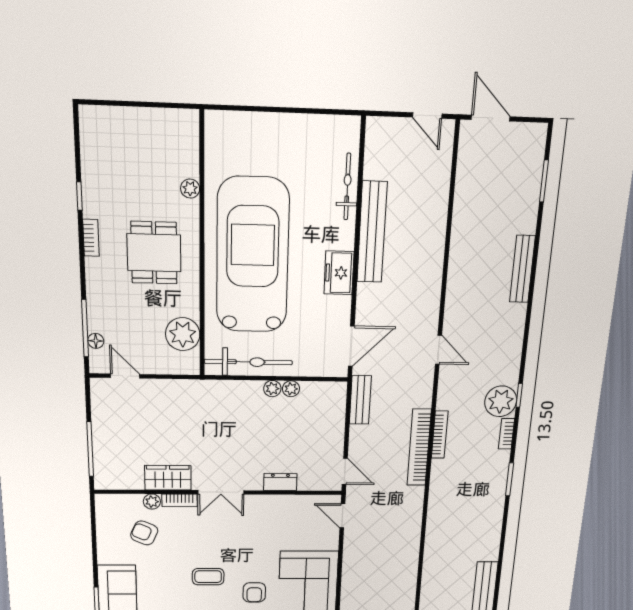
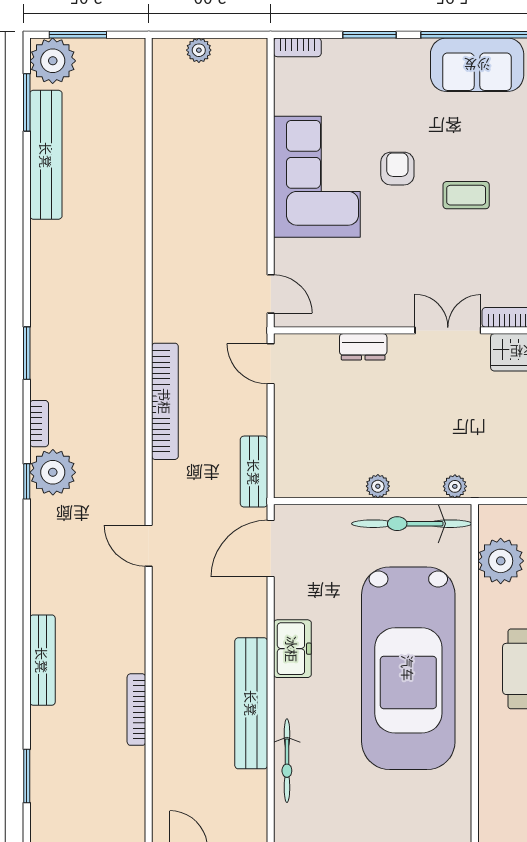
plant: (190, 189) -> (490, 752), removed
plant: (291, 389) -> (455, 486), moved
bookcase: (440, 435) -> (136, 710), moved

